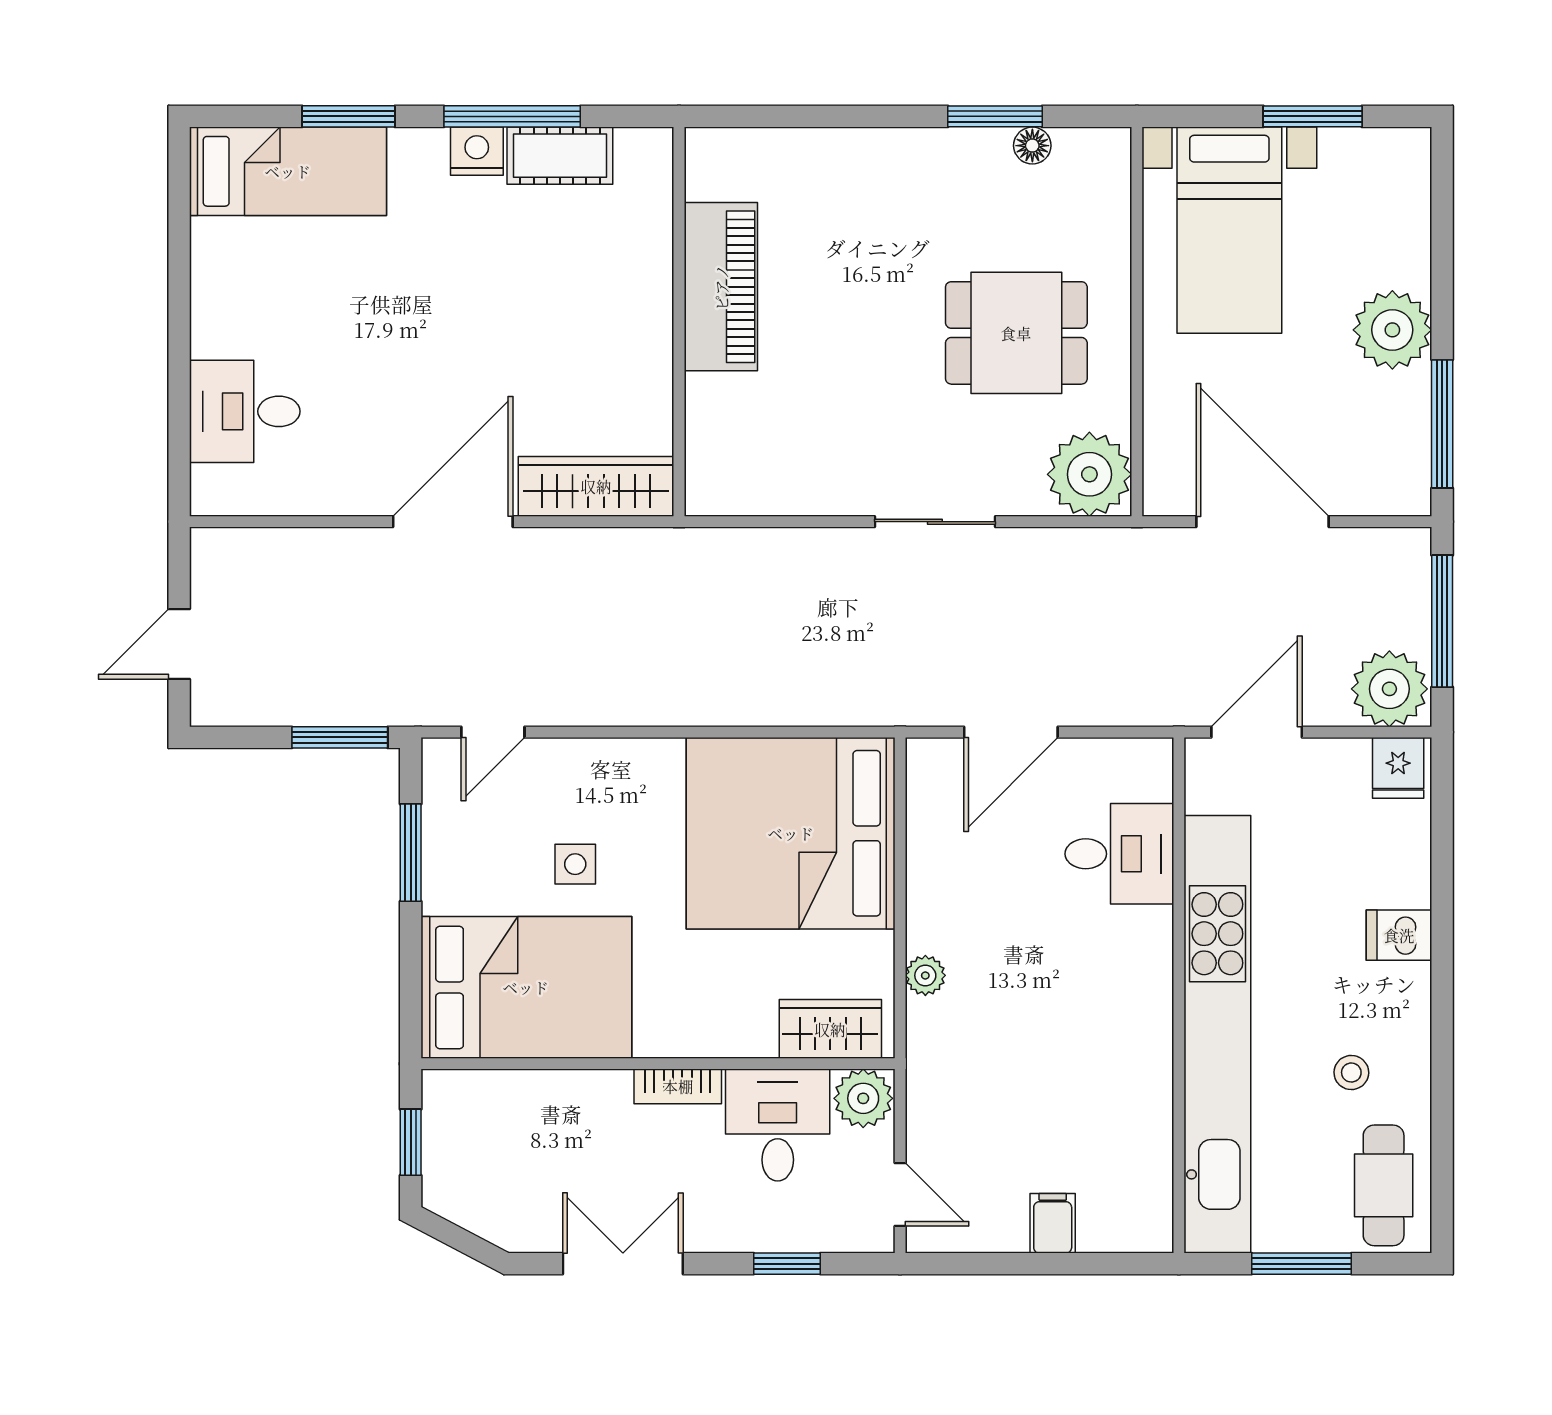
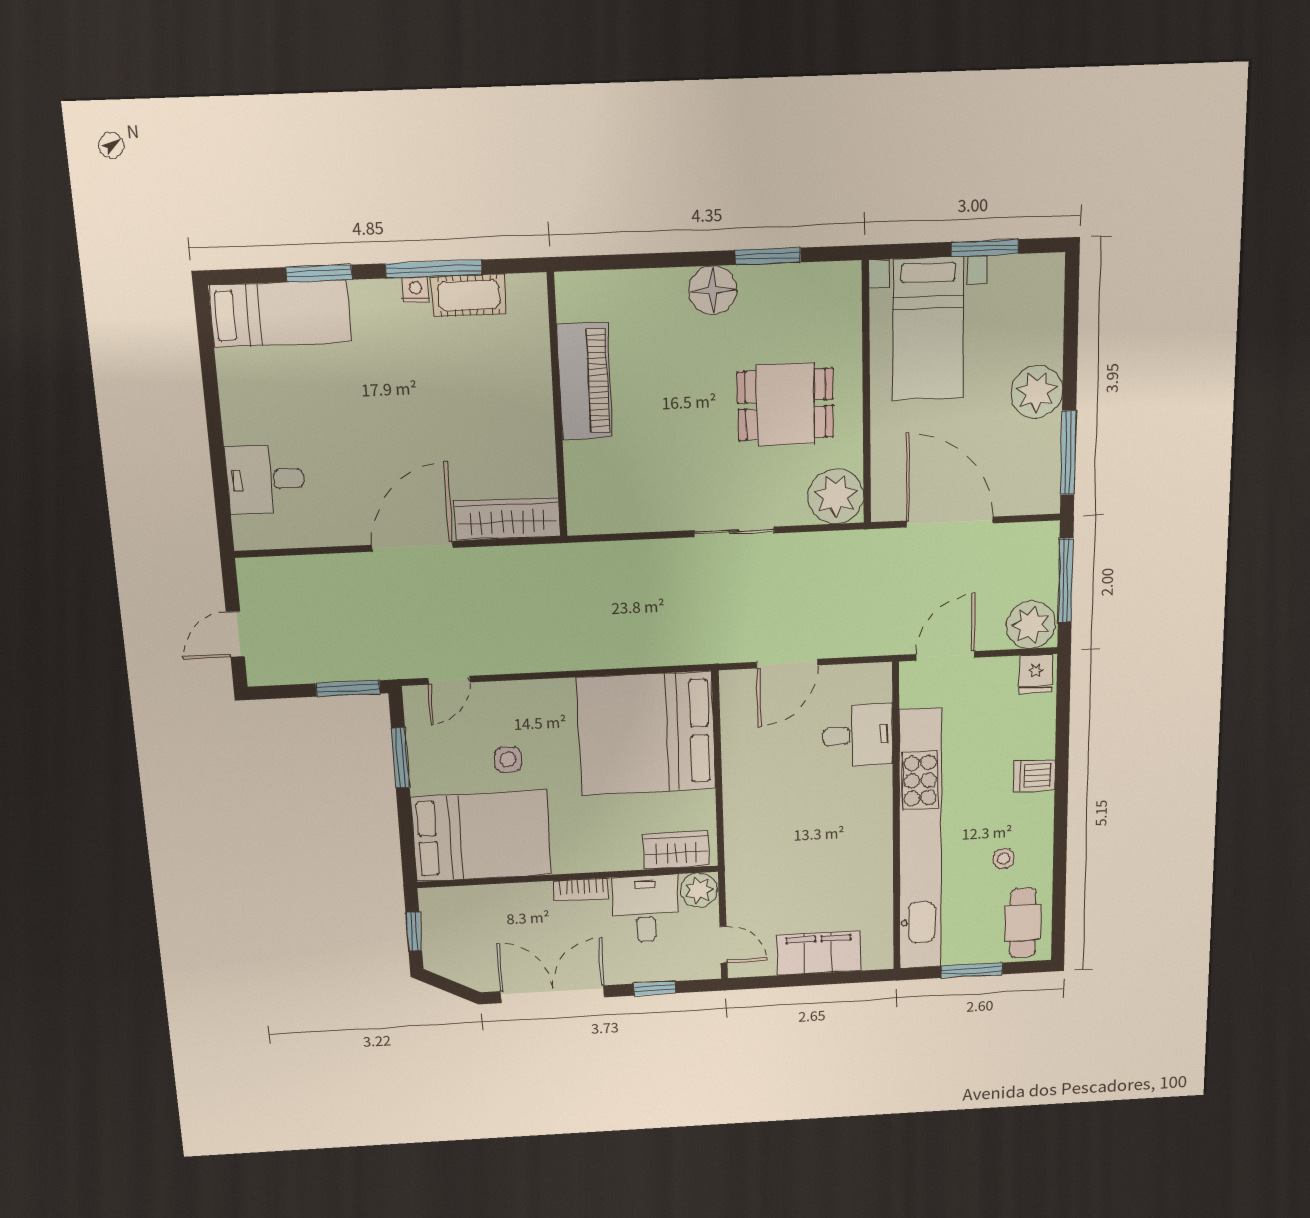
floor lamp: (1032, 146) -> (713, 290), moved, width x1.89, depth x1.89
nightstand: (477, 151) -> (415, 290), width x0.72, depth x0.74
plant: (925, 975) -> (736, 815), removed
filing cabinet: (1053, 1223) -> (819, 953), width x3.00, depth x1.17
double door: (623, 1264) -> (552, 994), width x1.37

